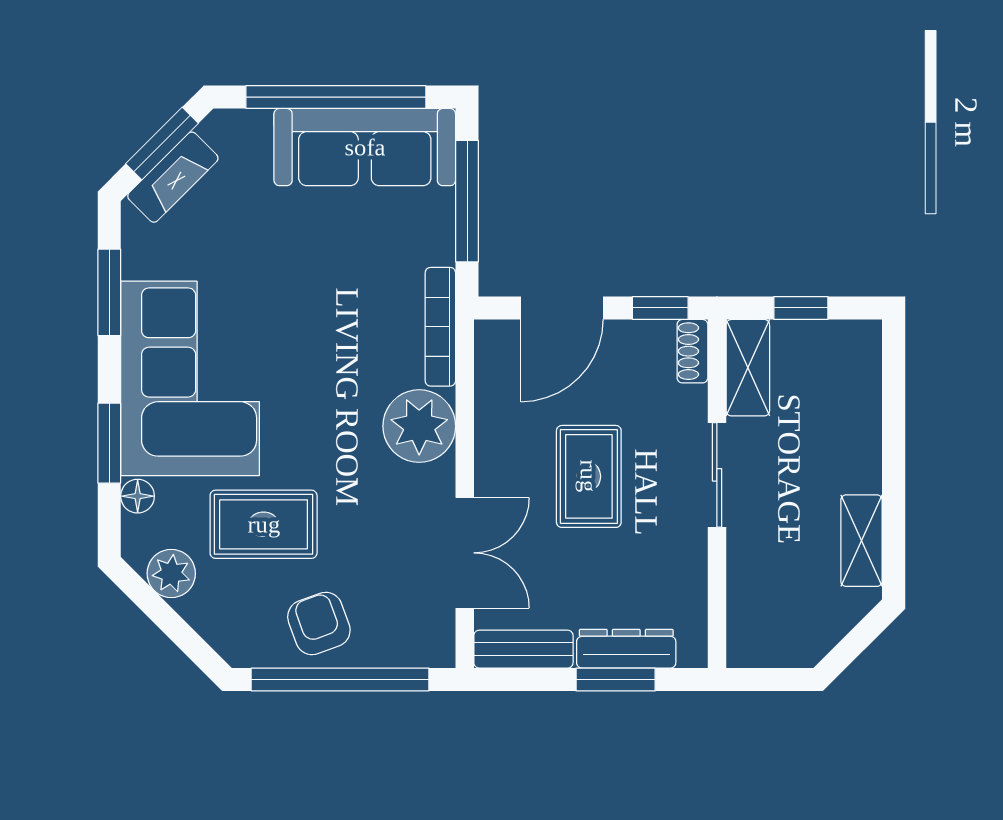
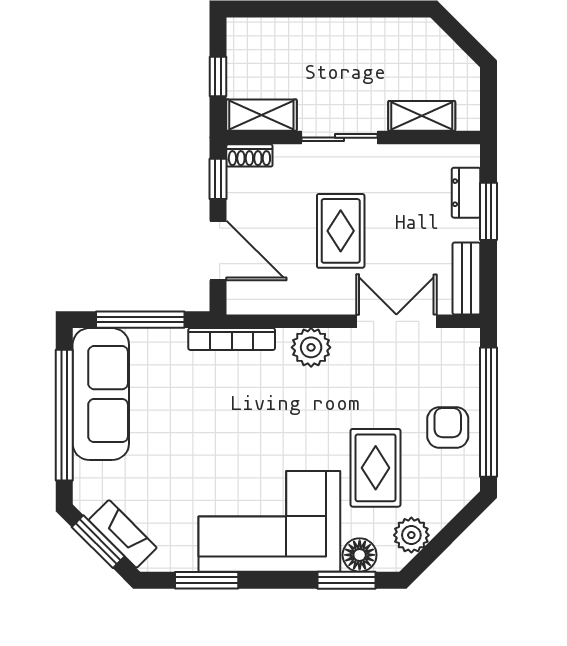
plant: (419, 426) -> (311, 347), width x0.73, depth x0.73
window: (109, 443) -> (347, 580), moved
rug: (589, 476) -> (341, 231), turned 90
floor lamp: (138, 496) -> (360, 555), width x1.37, depth x1.37
shelving: (862, 541) -> (422, 116), moved
armchair: (319, 623) -> (448, 427), turned 110
dresser: (626, 649) -> (466, 193), width x0.70

